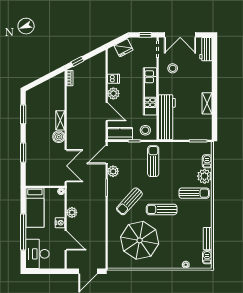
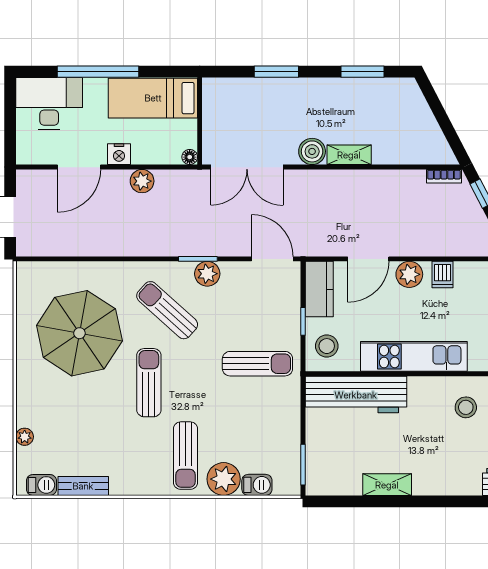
plant: (113, 171) -> (207, 274), moved

